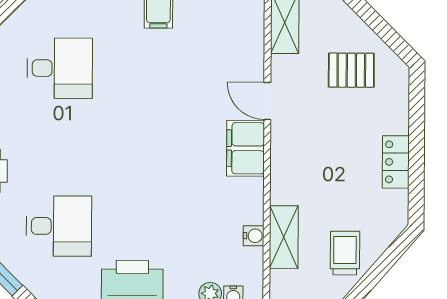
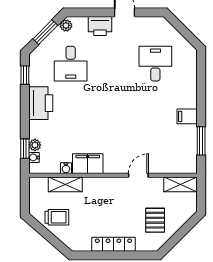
desk: (60, 68) -> (155, 64), turned 180
filing cabinet: (245, 148) -> (88, 164), moved
locker: (396, 162) -> (113, 244), width x1.53

